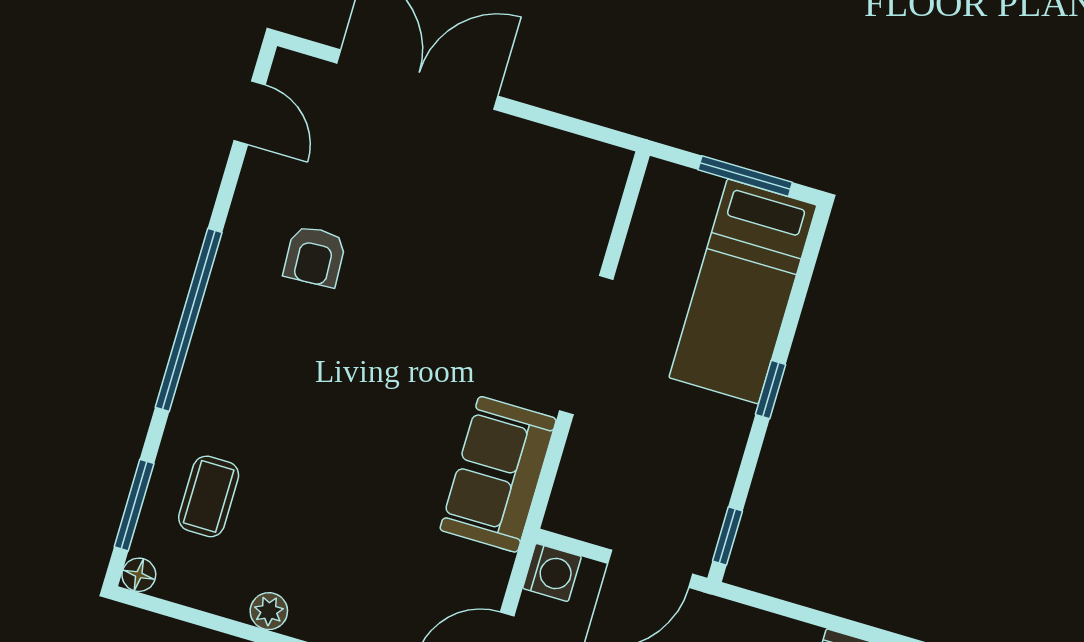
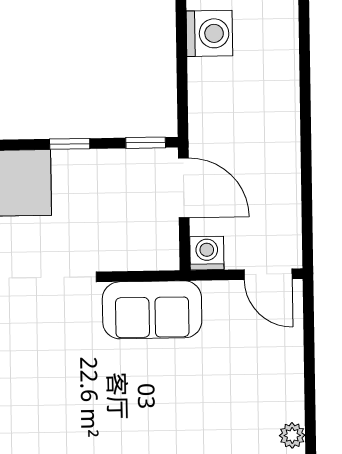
window: (771, 389) -> (70, 144), moved

